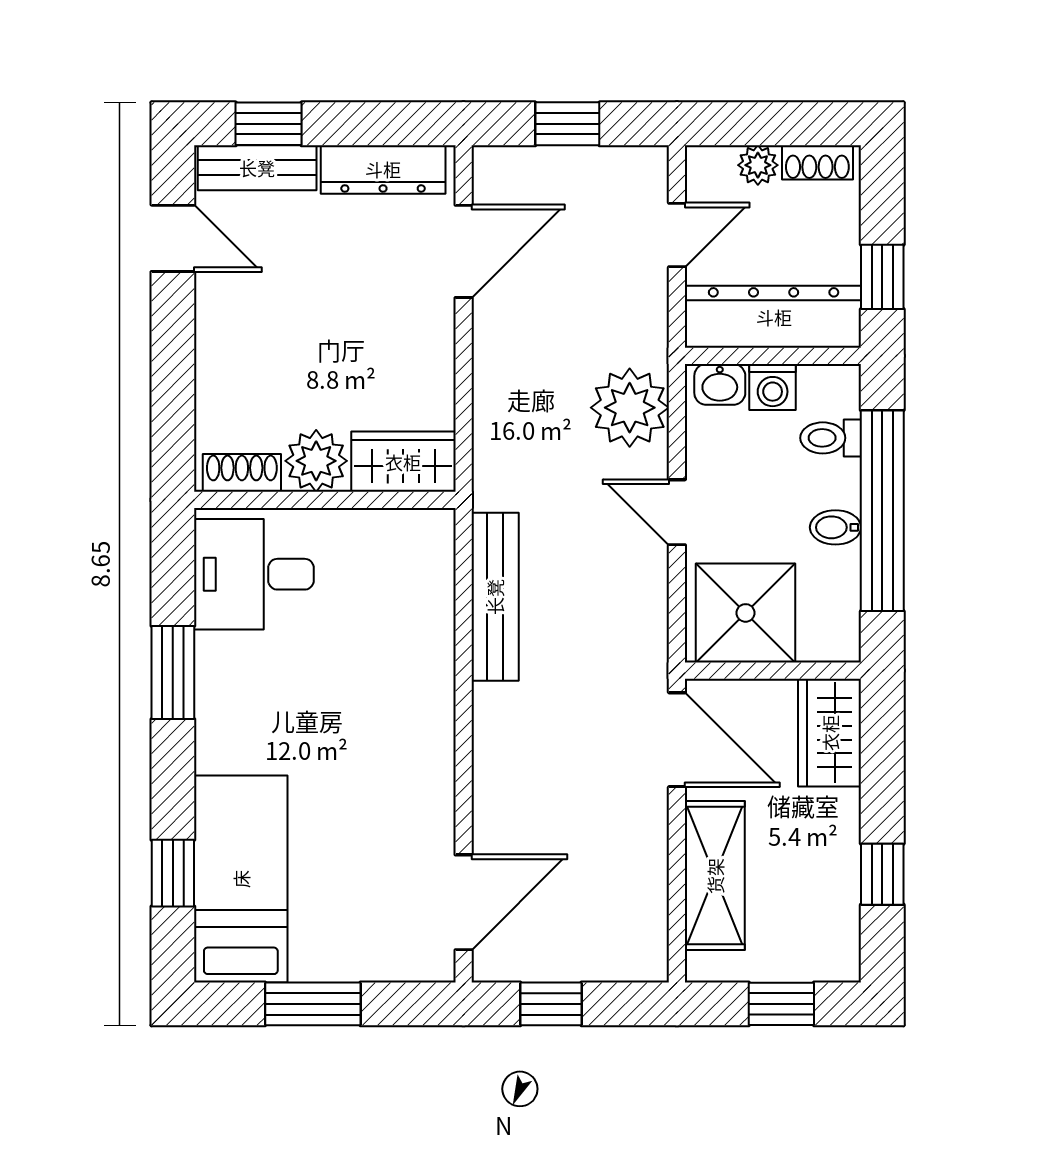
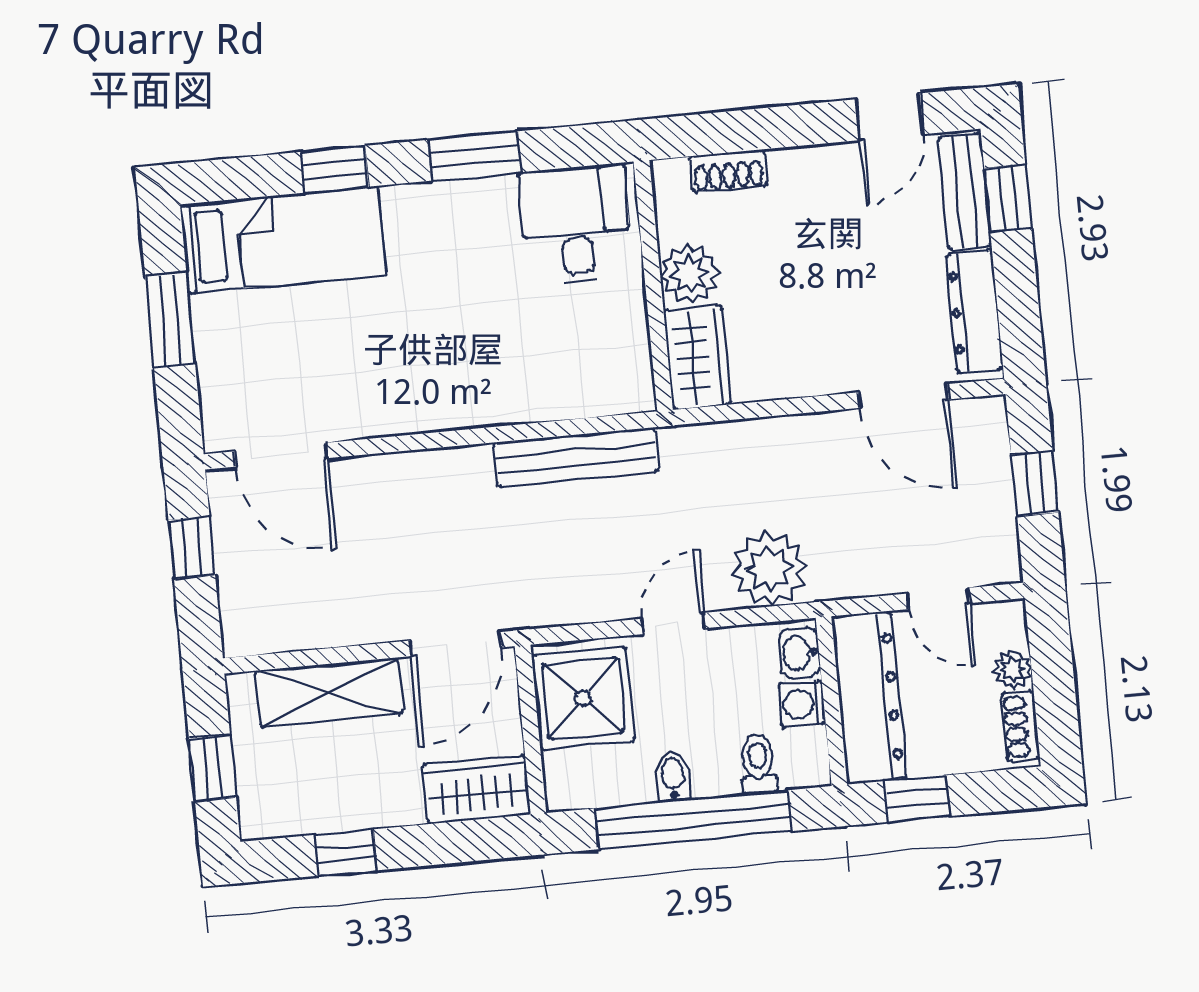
shoe rack: (242, 473) -> (728, 171), moved, turned 90
window: (173, 873) -> (335, 169), moved

